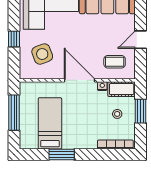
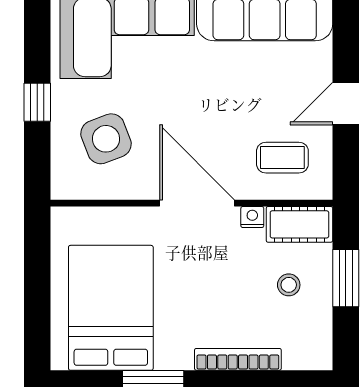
window: (14, 113) -> (37, 282), removed
bed: (50, 123) -> (111, 308), width x1.50
bookcase: (115, 145) -> (238, 359), moved

